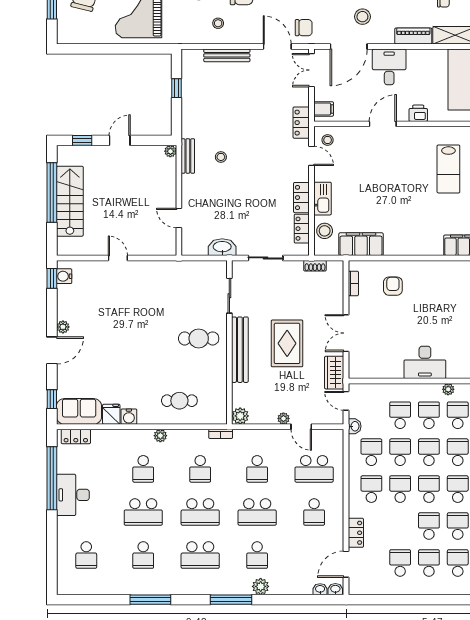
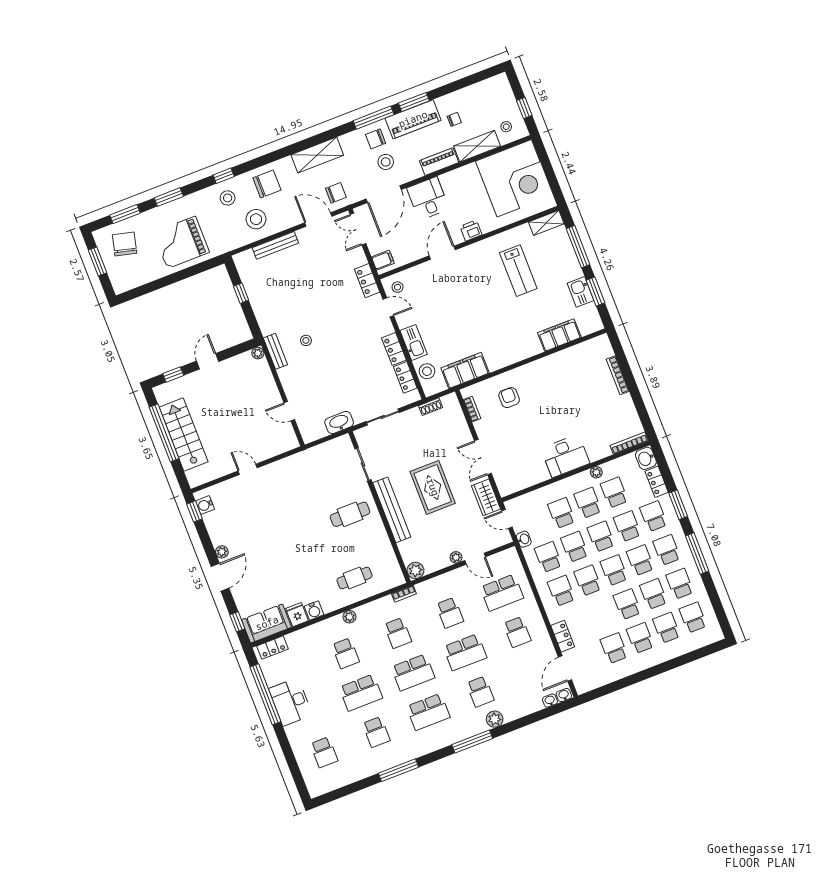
stool: (218, 23) -> (256, 219), width x1.89, depth x1.89

